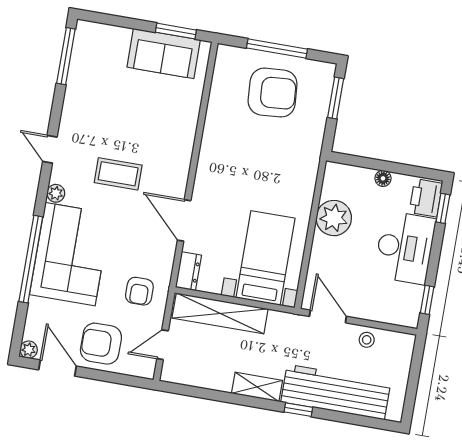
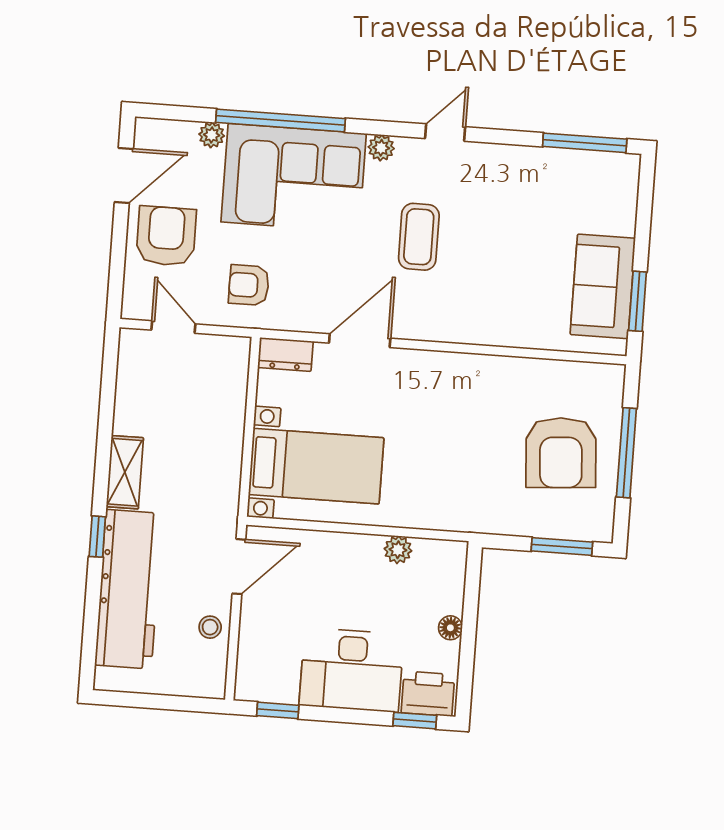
plant: (334, 218) -> (398, 550), width x0.53, depth x0.53
shelving: (220, 313) -> (228, 407), removed
plant: (29, 350) -> (212, 135), moved

